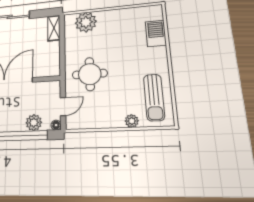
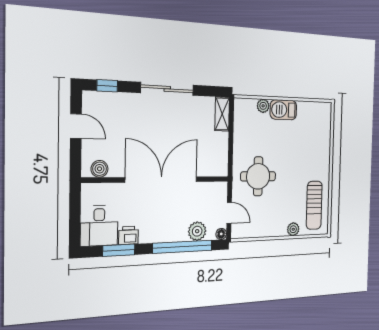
plant: (86, 22) -> (263, 106), width x0.53, depth x0.53
barbecue: (156, 33) -> (283, 110), moved, turned -90
door: (63, 107) -> (229, 213), hinge flipped

